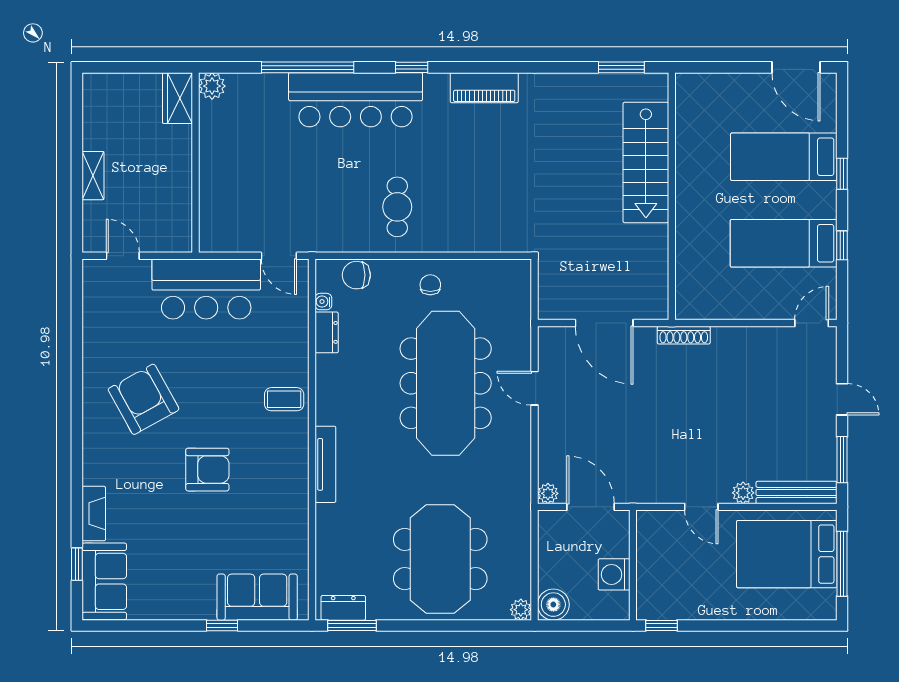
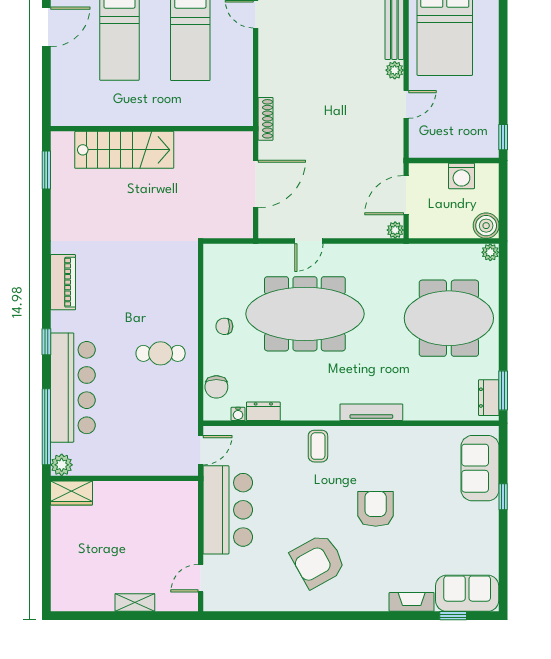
plant: (212, 86) -> (62, 465), moved
wardrobe: (178, 98) -> (71, 493), moved
wall: (195, 163) -> (124, 478), moved

